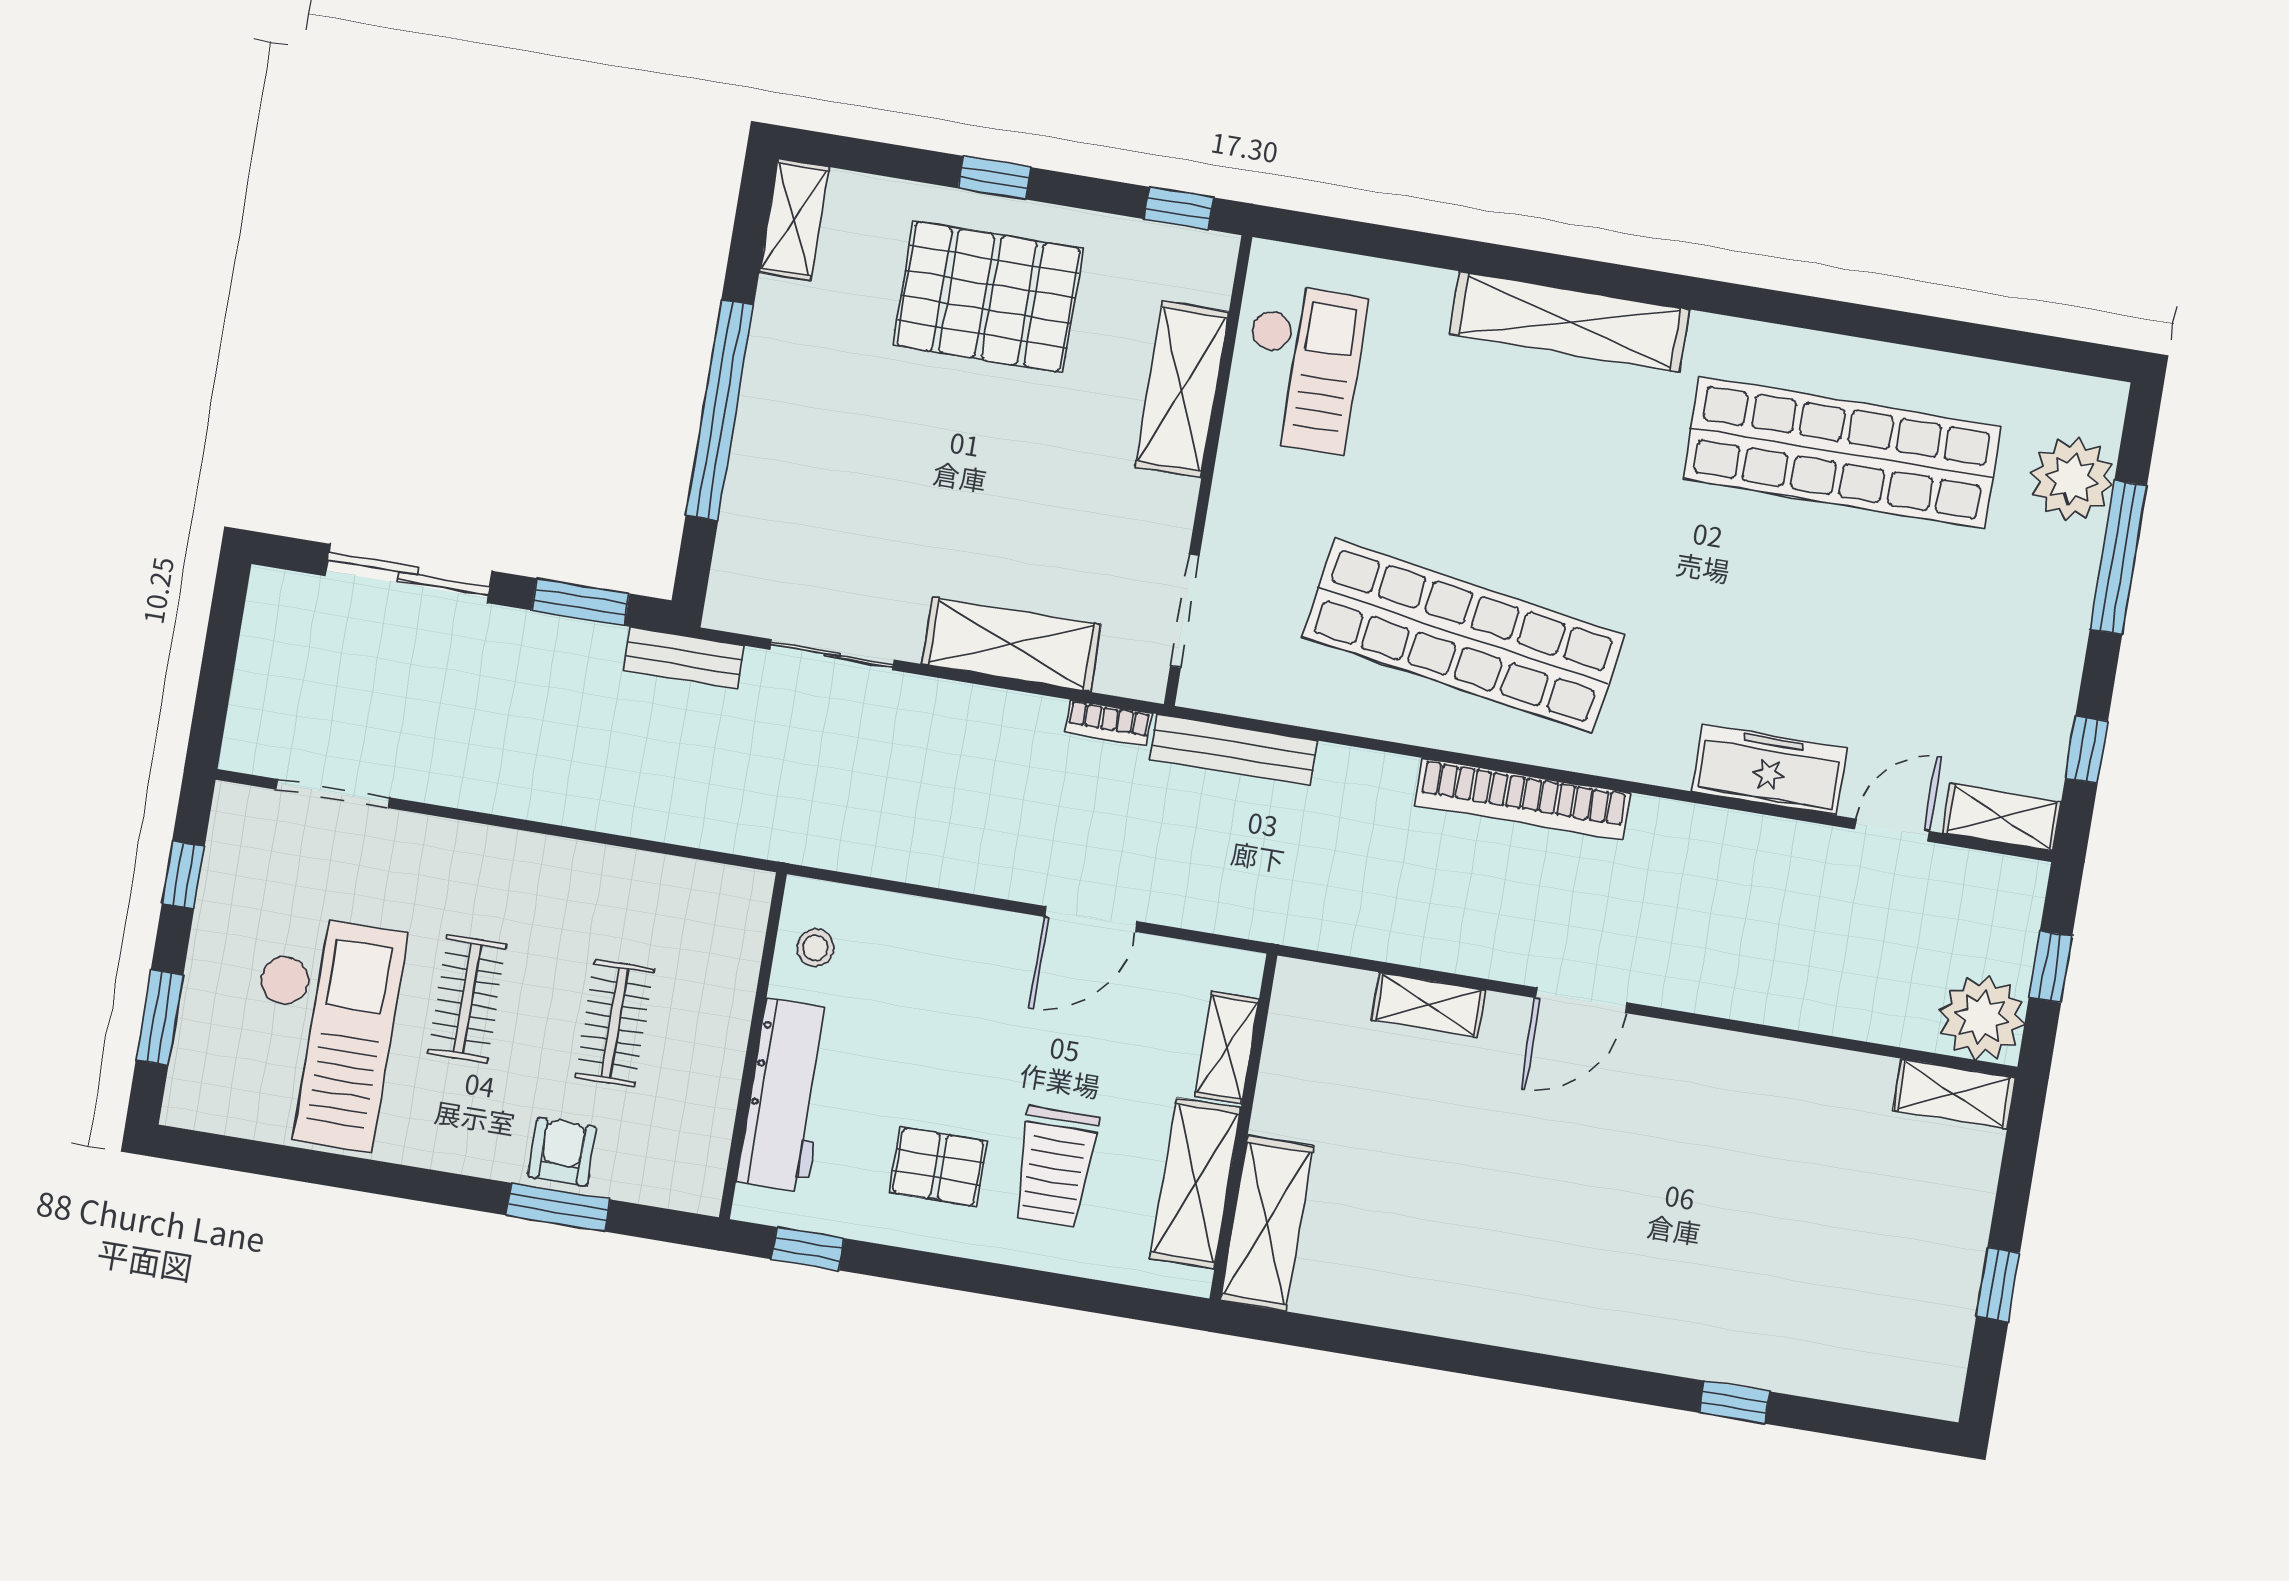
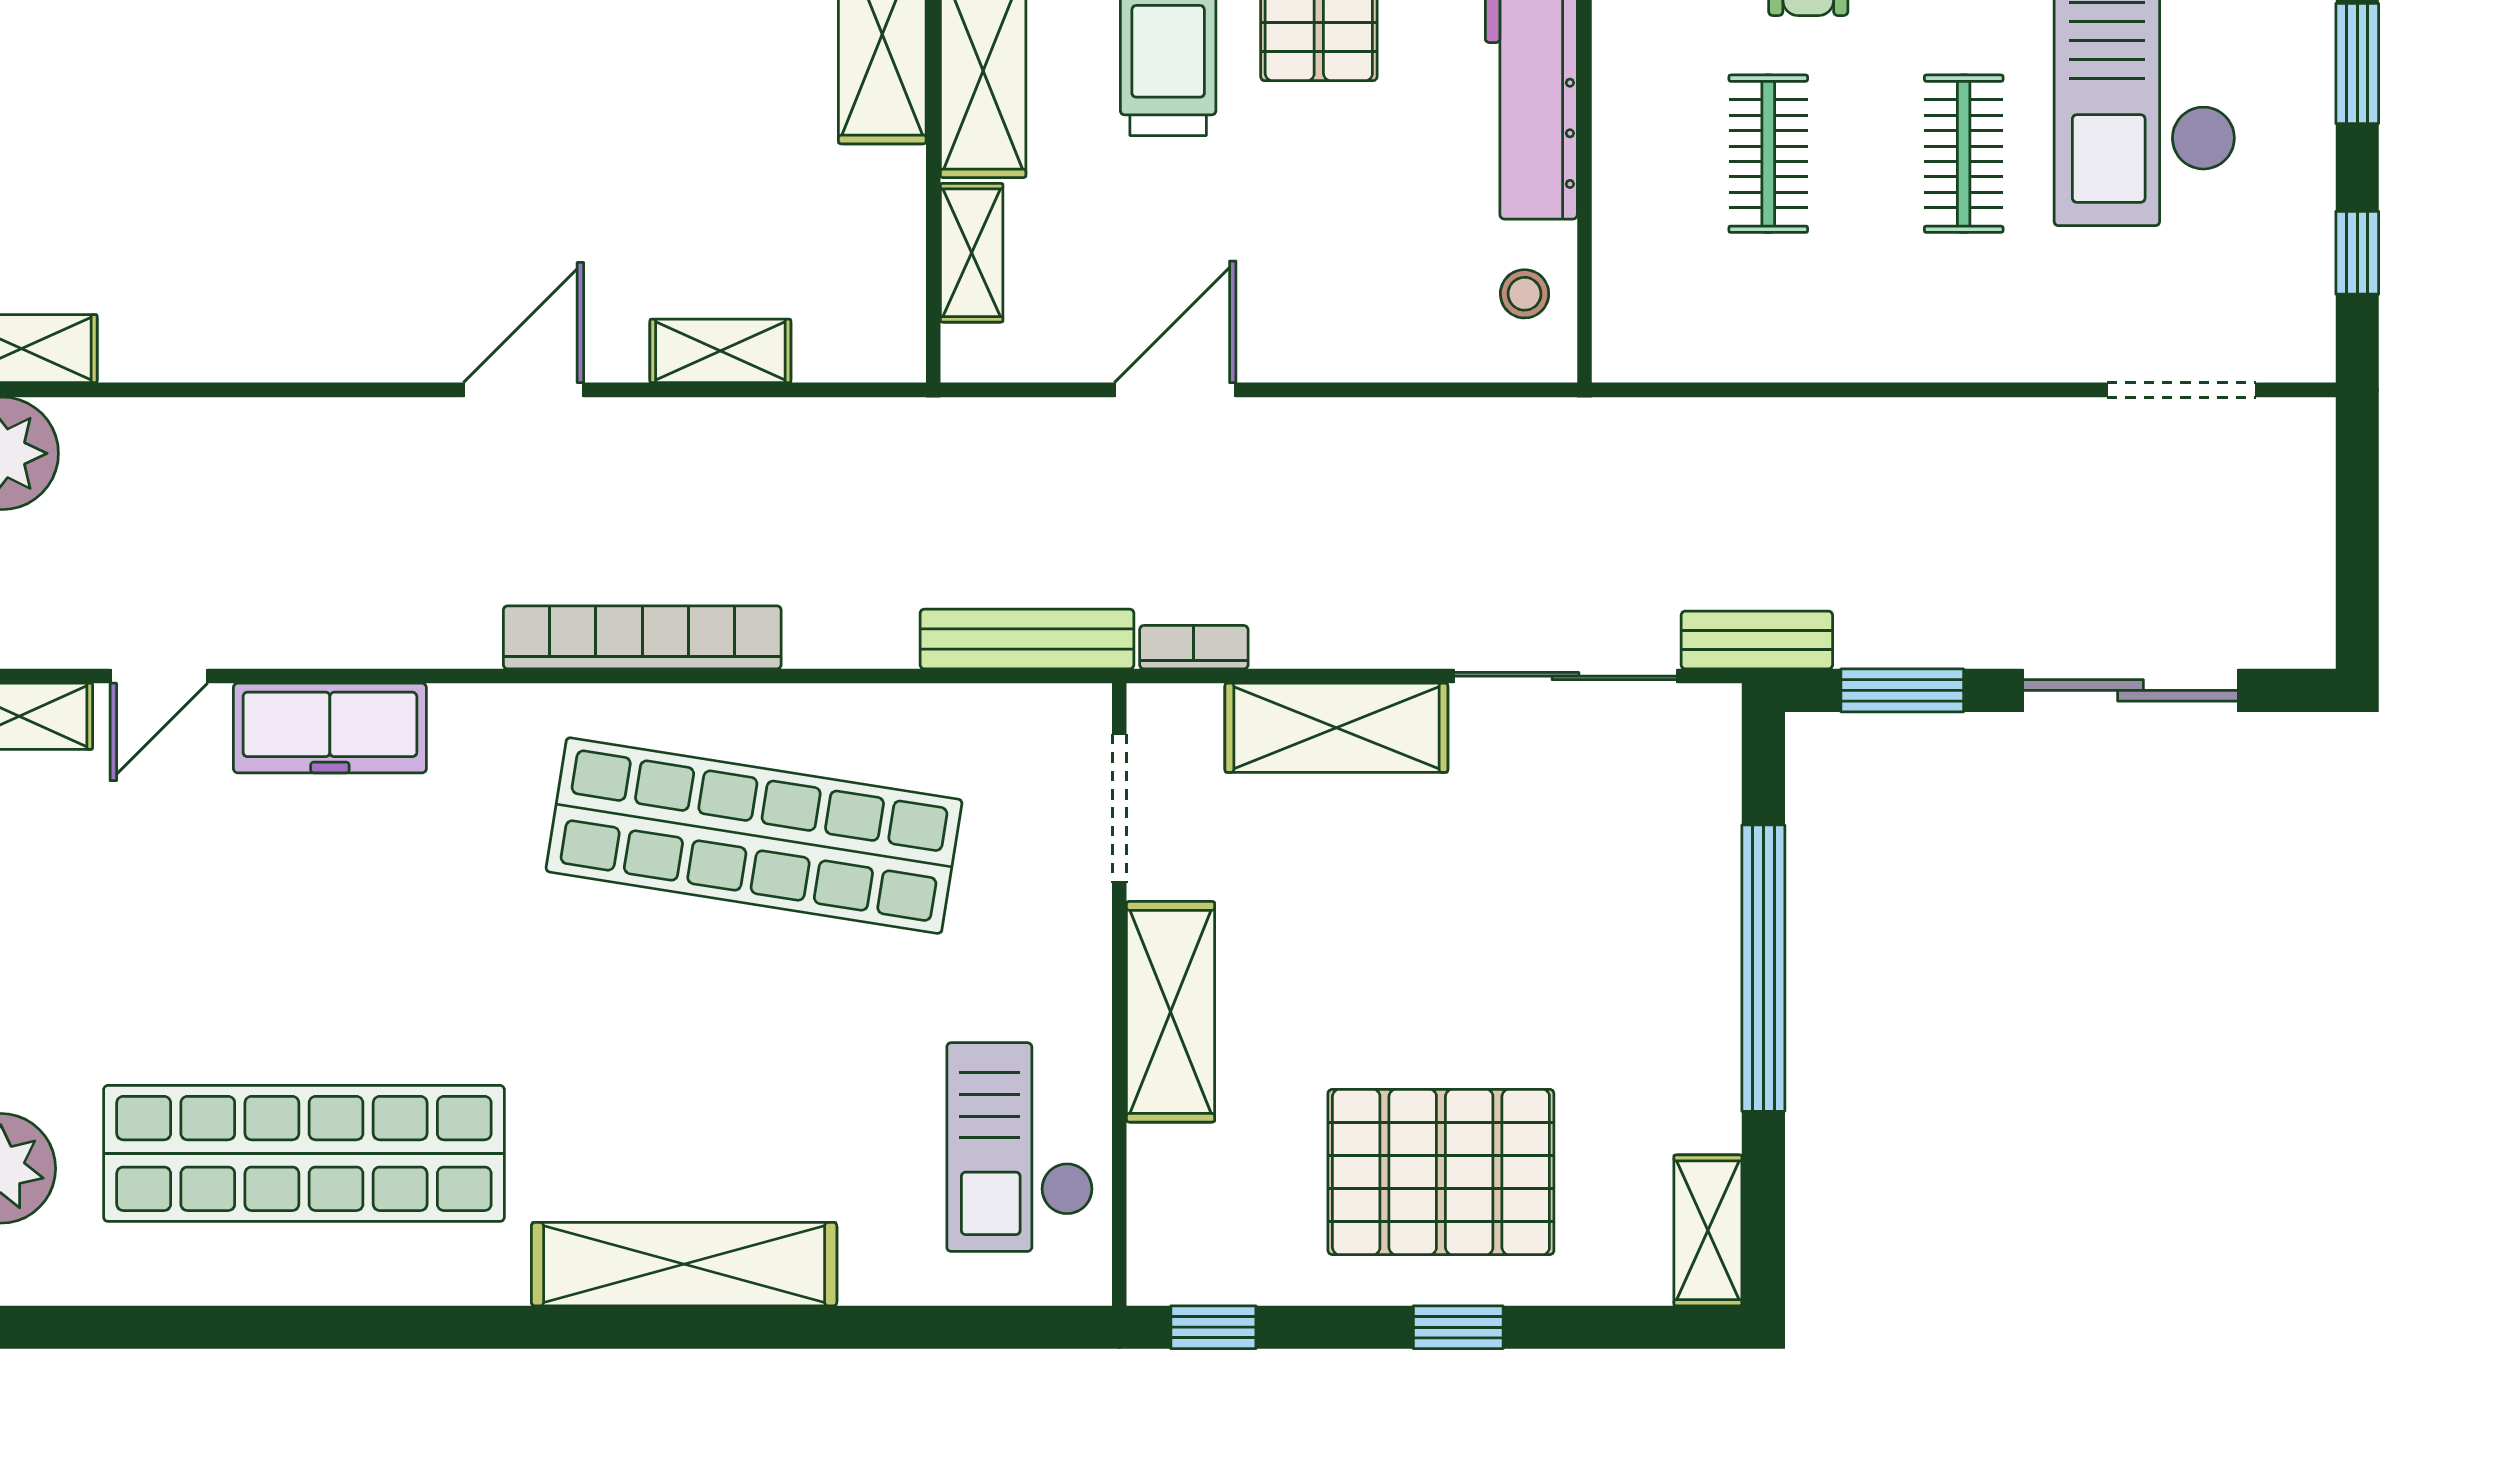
shelving: (1182, 390) -> (1171, 1012), moved
sliding door: (832, 655) -> (1565, 676), width x1.37

